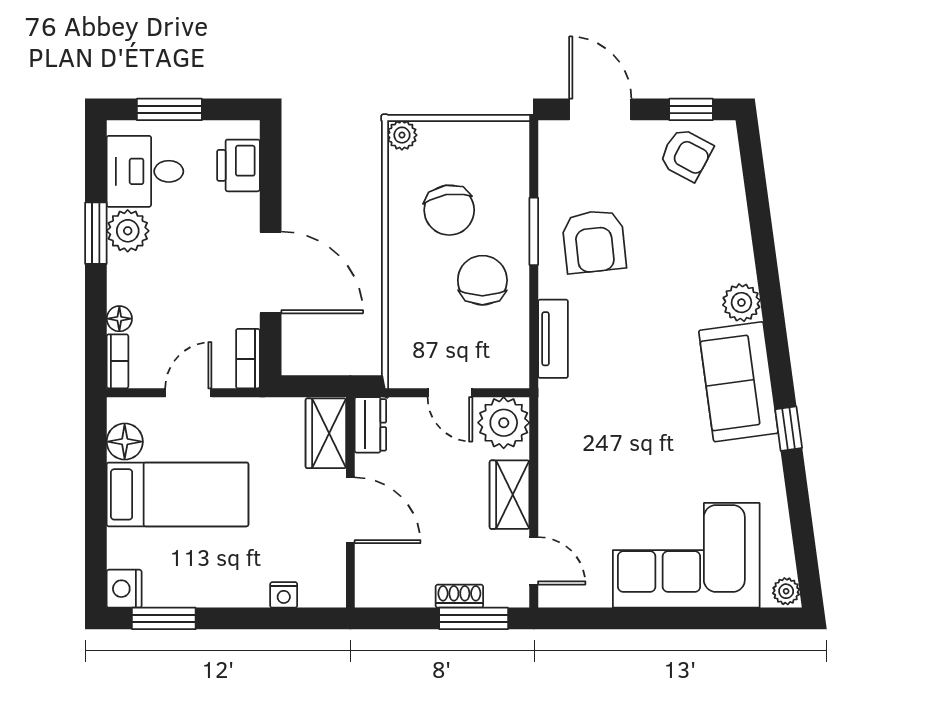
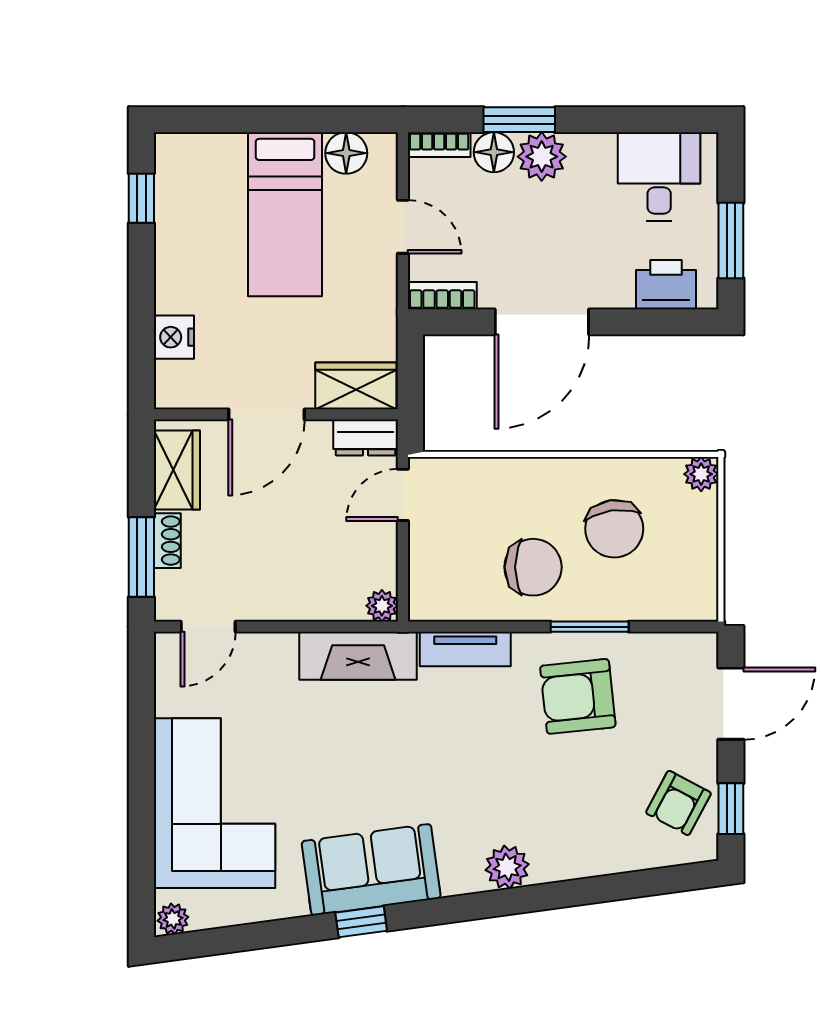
window: (169, 109) -> (731, 241), moved
chair: (449, 210) -> (614, 529), turned -89
plant: (128, 231) -> (542, 157), moved
window: (96, 233) -> (519, 120), moved
floor lamp: (119, 319) -> (494, 152), width x1.37, depth x1.37
sofa: (738, 382) -> (371, 870), moved
door: (450, 393) -> (403, 495), moved
plant: (504, 423) -> (382, 606), width x0.53, depth x0.53
fireplace: (559, 431) -> (358, 656), added
wardrobe: (510, 495) -> (177, 470), moved, turned 90
nightstand: (124, 589) -> (176, 152), removed
nightstand: (284, 595) -> (174, 337), width x1.39, depth x1.35
window: (164, 618) -> (141, 198), width x0.67

